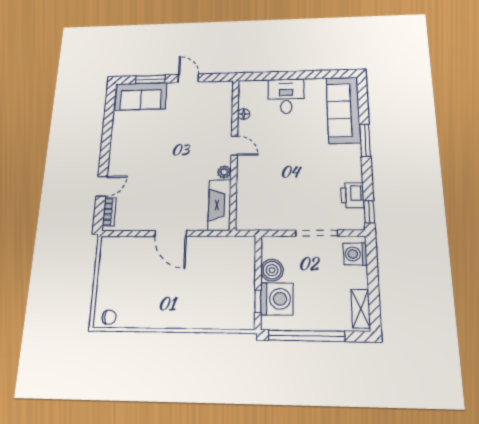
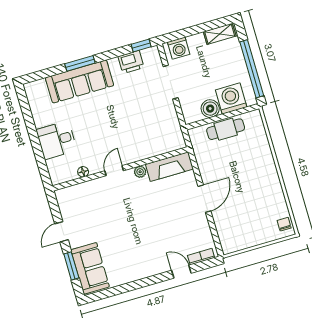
sofa: (343, 110) -> (80, 82), moved
cafe table: (242, 281) -> (226, 129), added
window: (258, 301) -> (237, 112), removed

